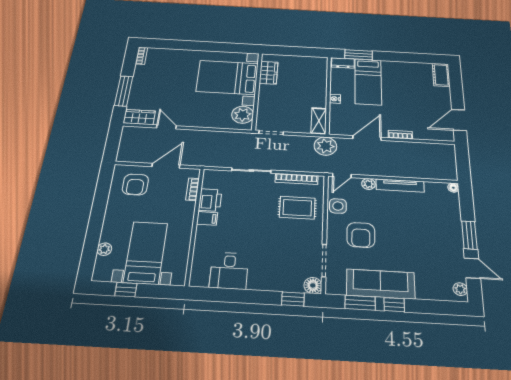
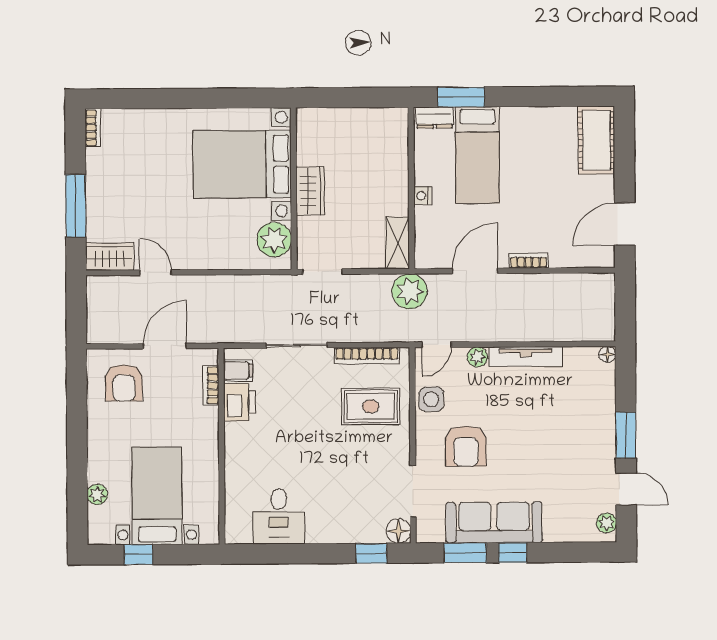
wardrobe: (269, 73) -> (310, 191), moved
cot: (441, 75) -> (596, 140), width x1.37, depth x1.34
filing cabinet: (207, 218) -> (238, 371), moved

